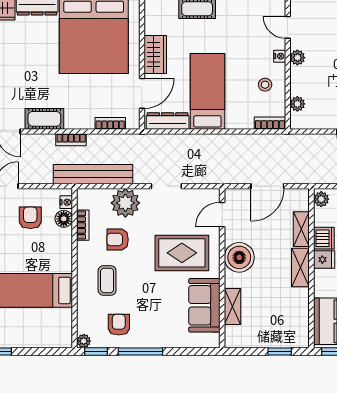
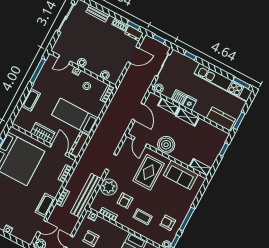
floor lamp: (64, 219) -> (100, 222), removed
shelving: (233, 306) -> (200, 167), moved

